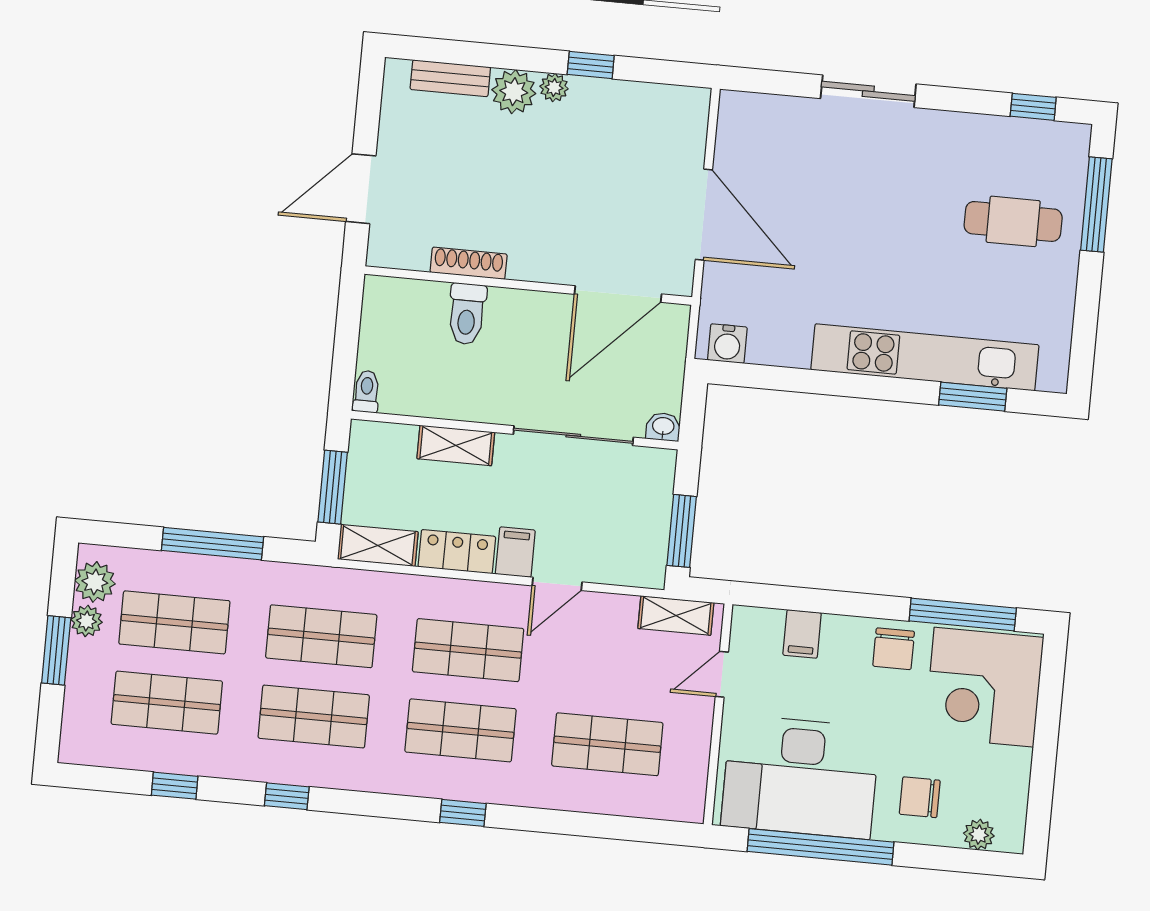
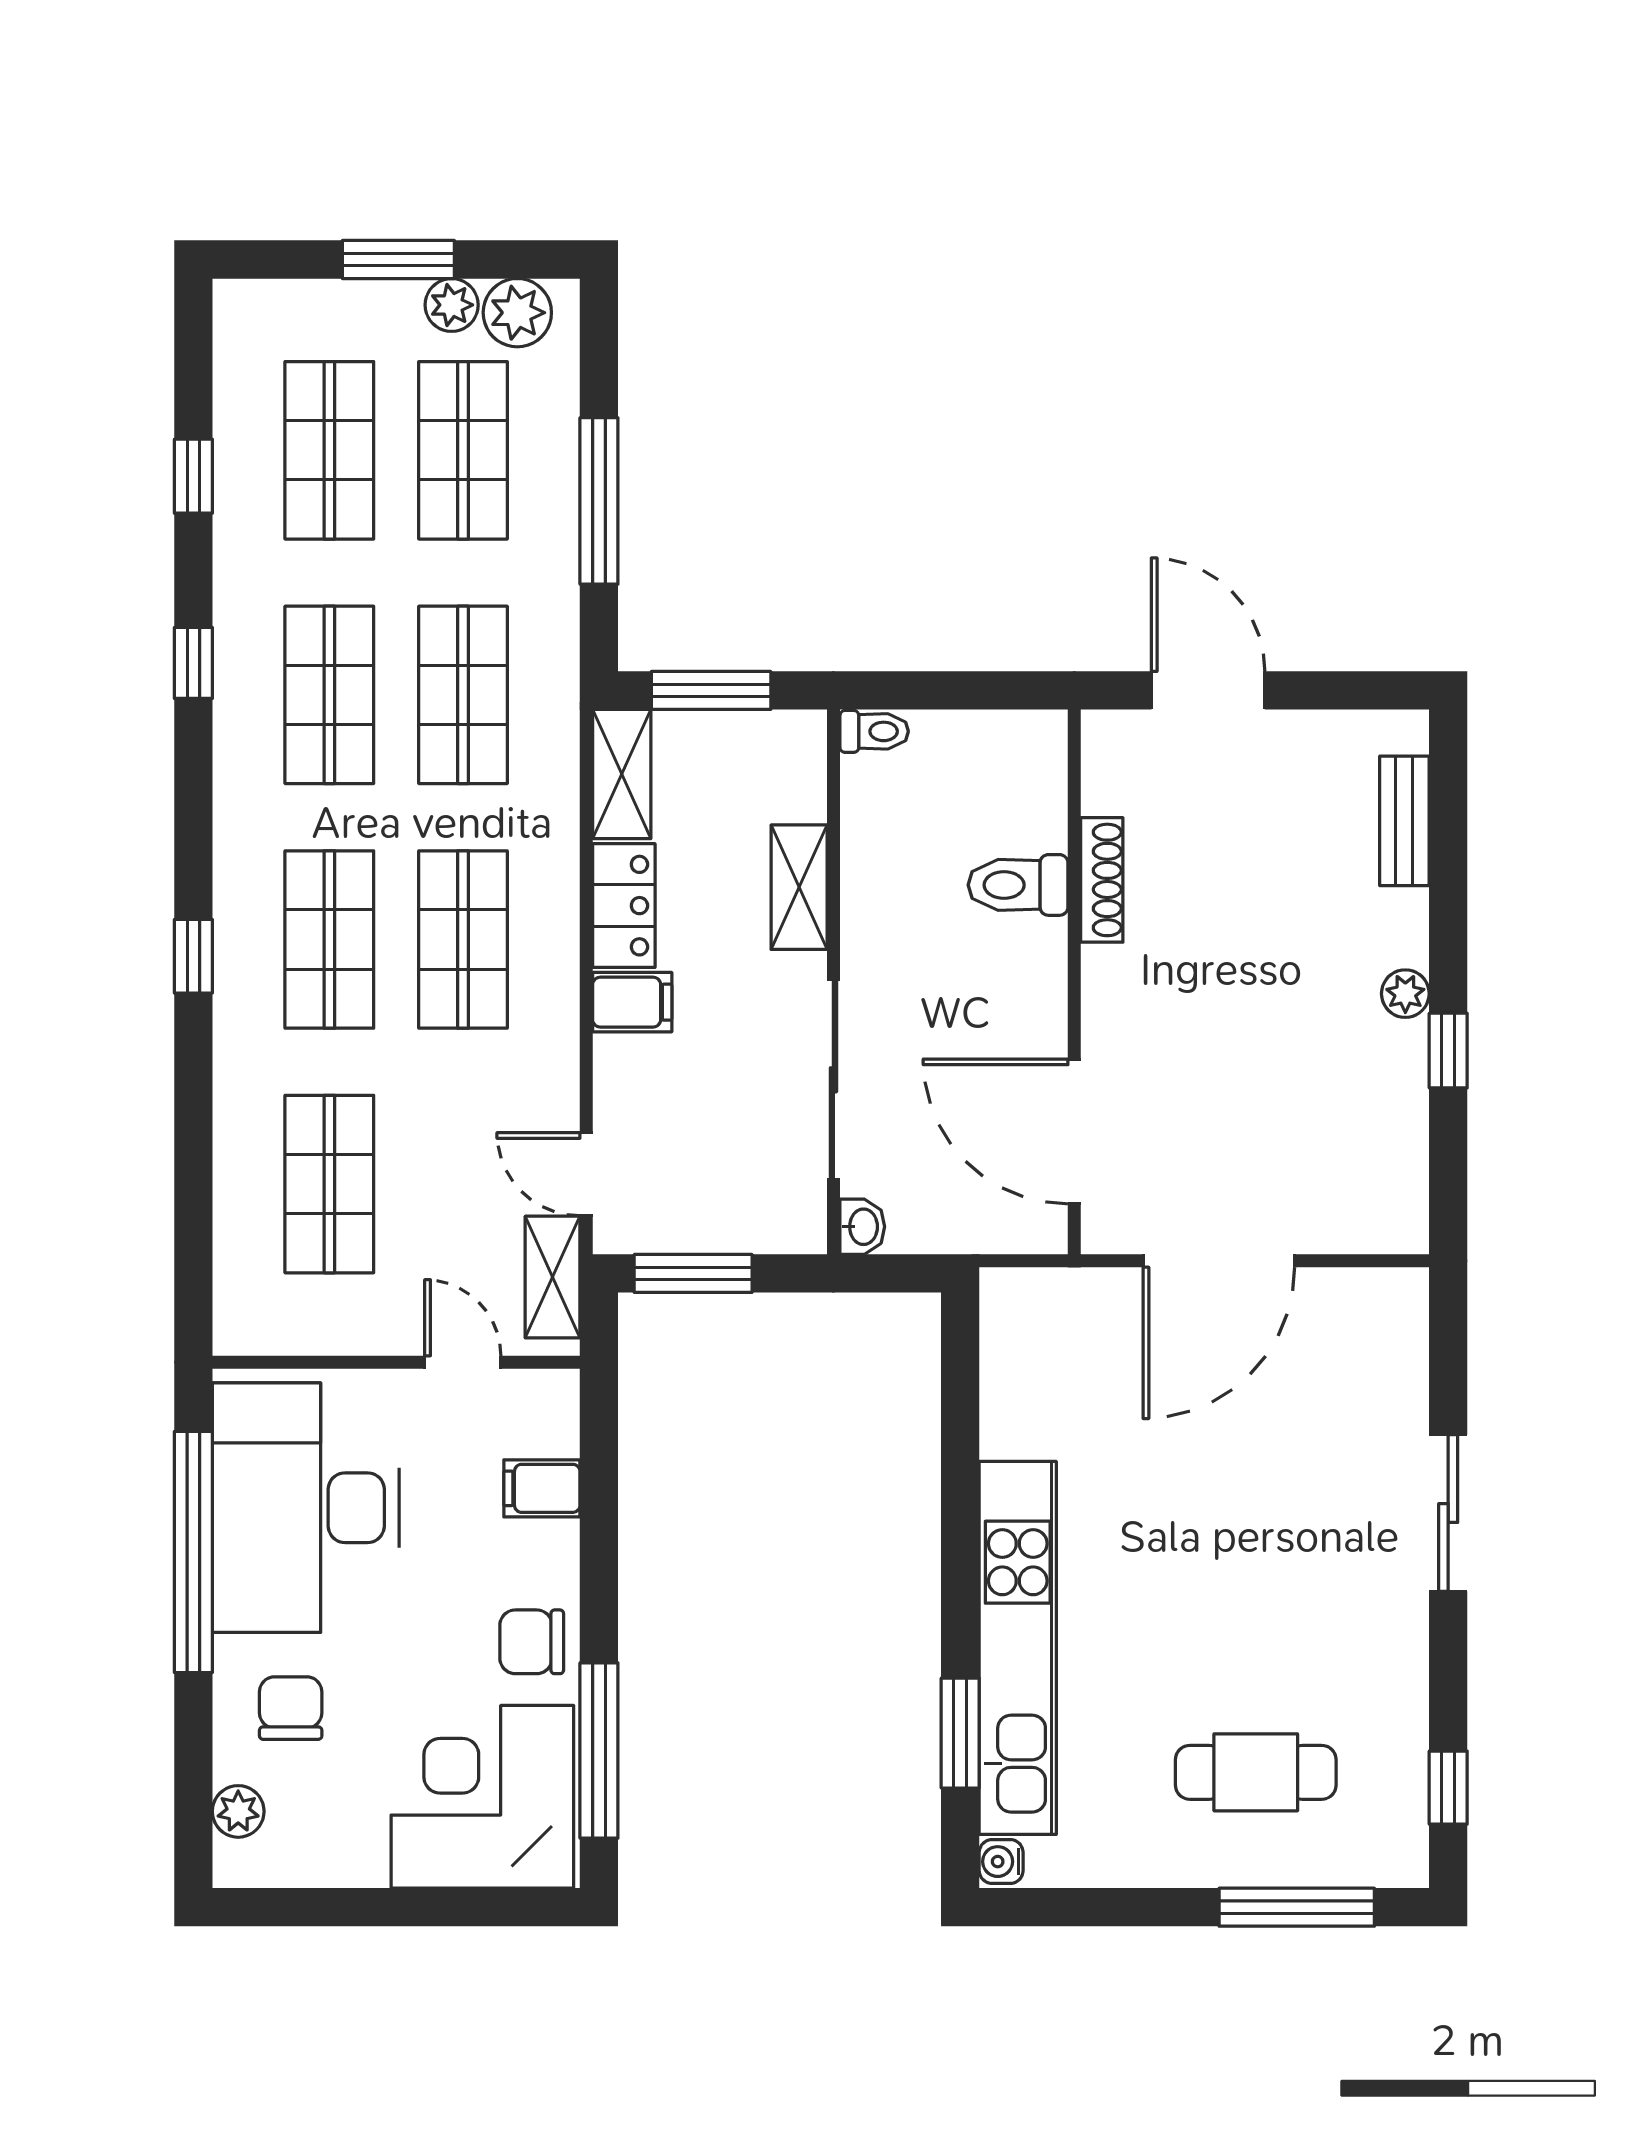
plant: (514, 92) -> (1392, 928), removed
cafe table: (1013, 221) -> (1256, 1772), turned 90
water cooler: (727, 344) -> (1001, 1862), moved, width x0.72, depth x0.72
door: (557, 584) -> (586, 1174), moved

